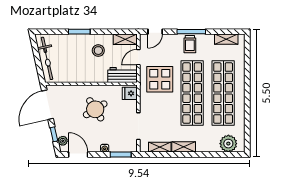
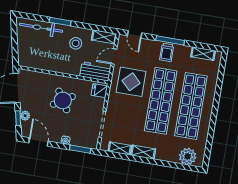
door: (155, 32) -> (135, 34), hinge flipped
bicycle: (47, 58) -> (41, 28), moved, turned 102
plant: (63, 141) -> (25, 116), moved

